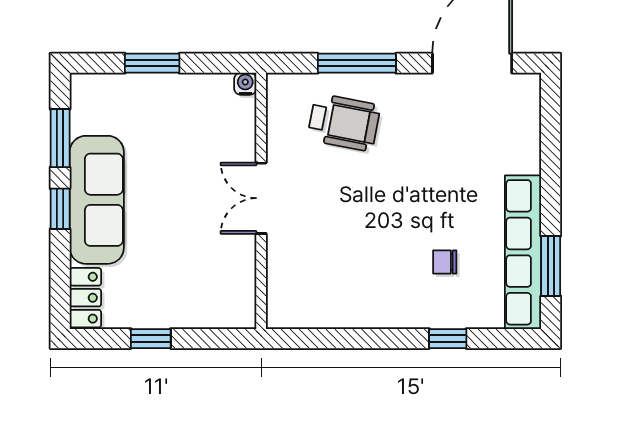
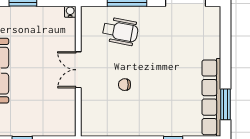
chair: (445, 262) -> (125, 85), moved

